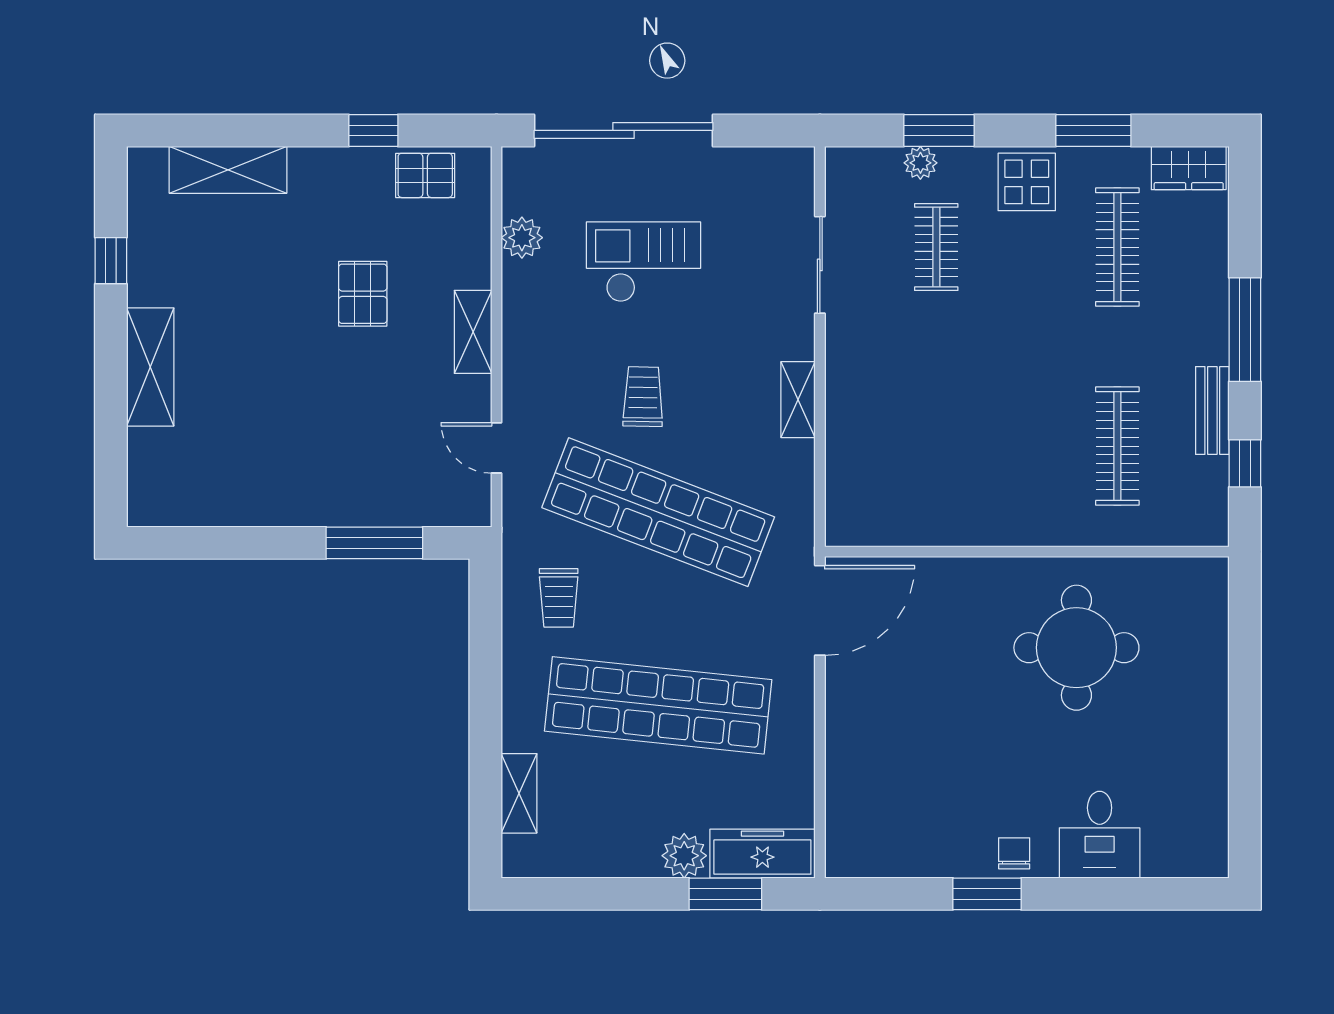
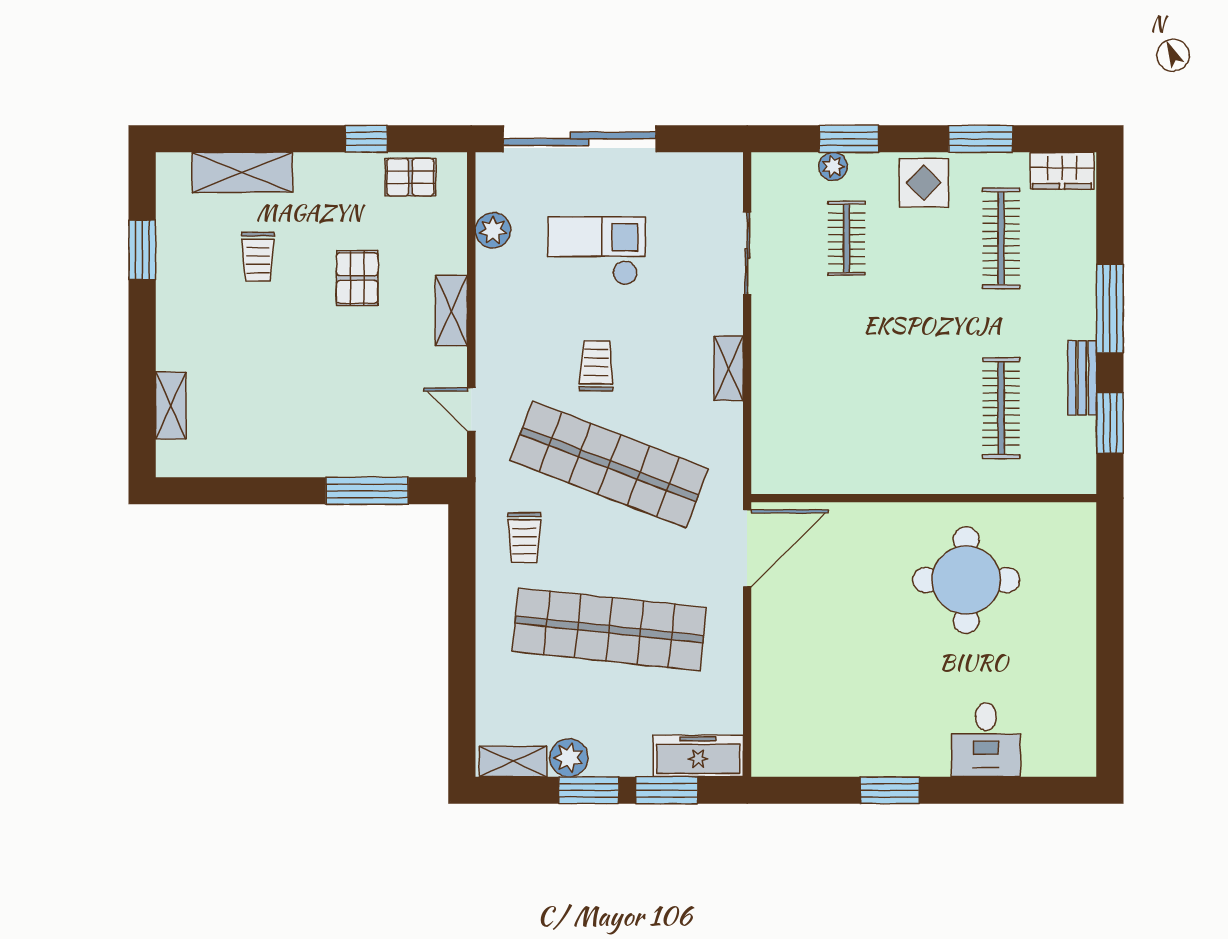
window: (111, 261) -> (142, 250), width x1.50
trolley: (246, 269) -> (258, 257), added
shelving: (150, 367) -> (171, 406), moved, width x0.67, depth x0.75
window: (1245, 463) -> (1110, 423), width x1.50
shelving: (519, 793) -> (513, 762), moved, turned 90
chair: (1014, 853) -> (913, 756), removed
plant: (684, 856) -> (569, 758), moved
window: (634, 894) -> (589, 790), added

